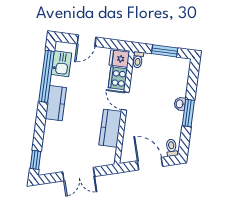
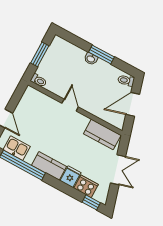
fridge: (119, 59) -> (70, 177), moved, turned 180
cooker: (118, 78) -> (86, 186), moved, turned 180
door: (125, 101) -> (70, 105), swing flipped
kitchen counter: (110, 128) -> (102, 134), moved

